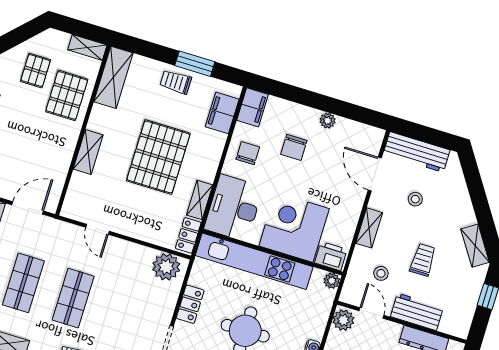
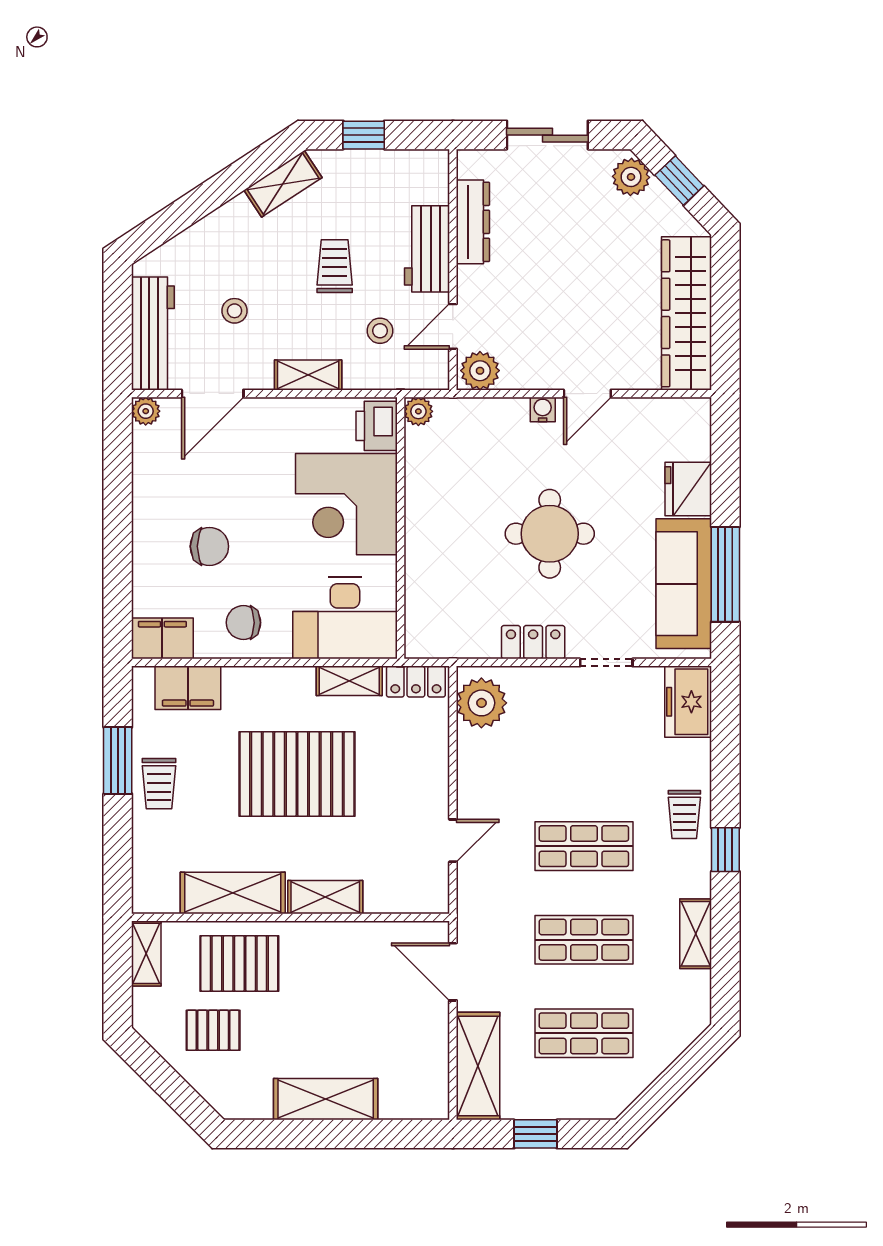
shelving: (113, 77) -> (233, 893), moved
plant: (328, 121) -> (146, 411), moved
trolley: (423, 260) -> (335, 266), turned 90
kitchen unit: (254, 261) -> (426, 555), removed

